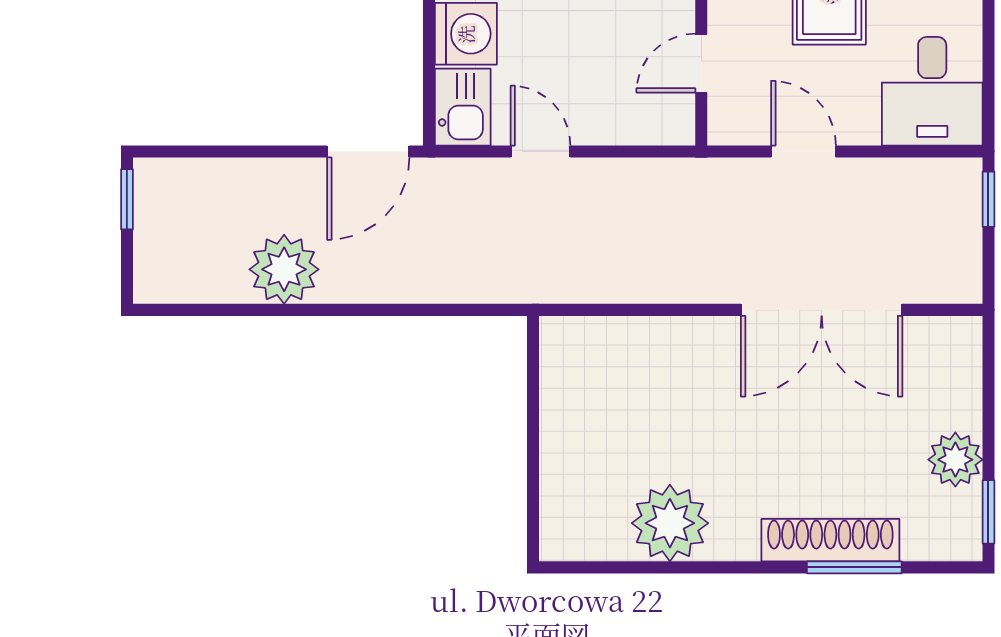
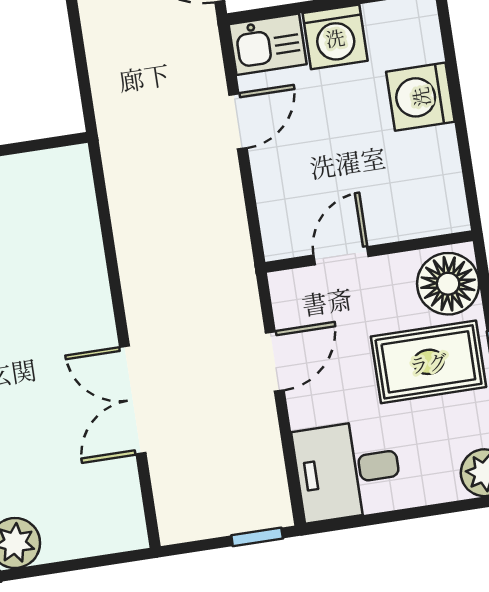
door: (701, 63) -> (341, 256), hinge flipped
double door: (822, 310) -> (133, 400), width x0.73

